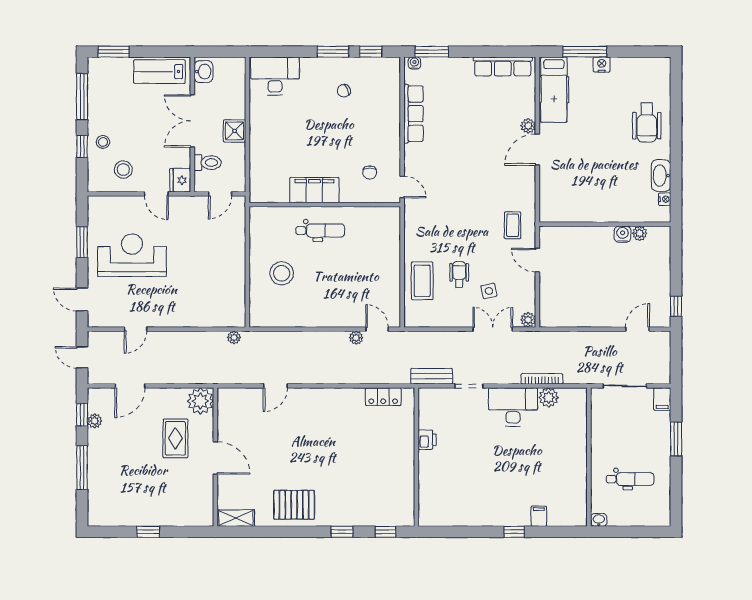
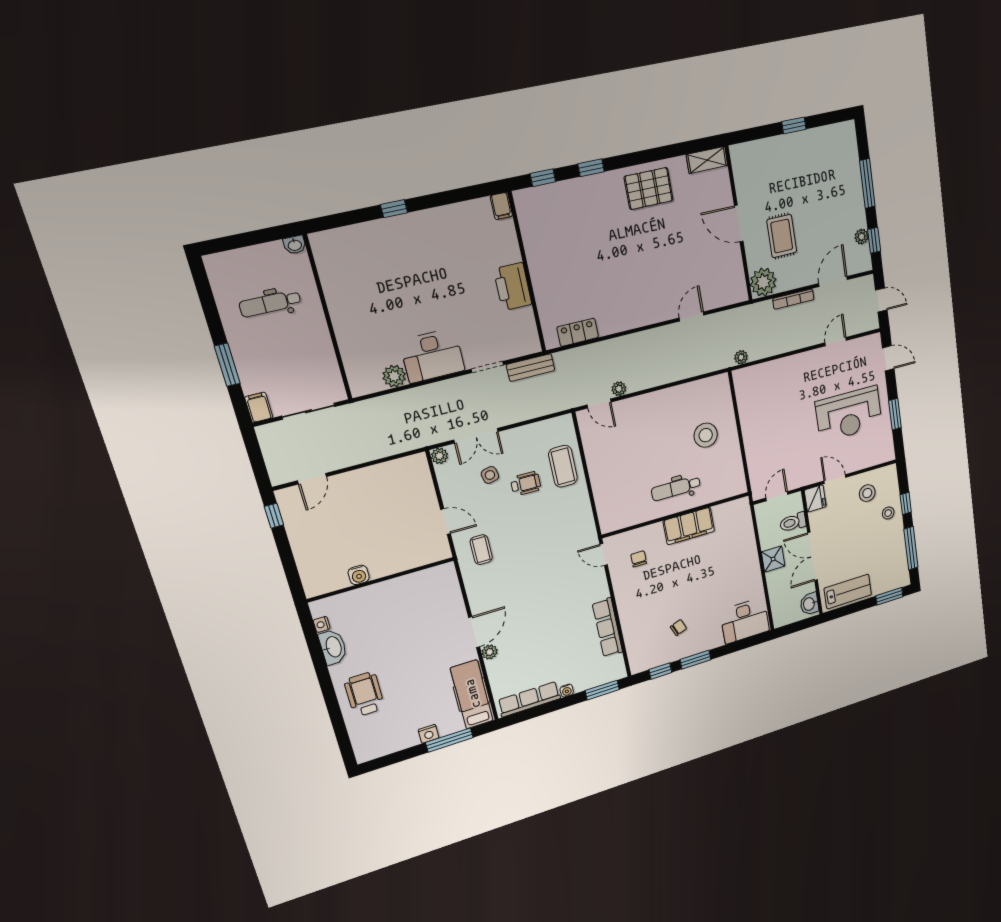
water cooler: (414, 63) -> (567, 691), moved
double door: (192, 121) -> (813, 557), swing flipped
plant: (640, 233) -> (340, 581), removed
wheelchair: (459, 274) -> (526, 484), turned -89
bookcase: (542, 379) -> (793, 299), moved
printer: (427, 440) -> (513, 287), width x1.87, depth x1.48
filing cabinet: (539, 516) -> (501, 206), moved

